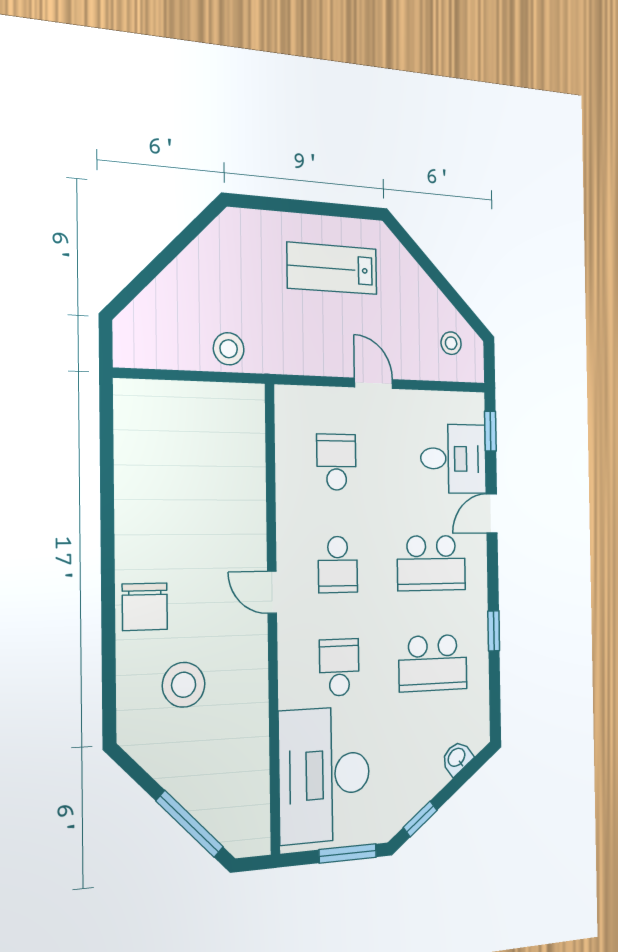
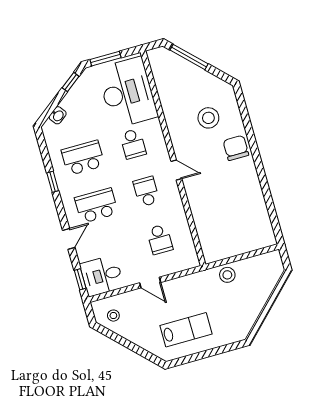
desk: (453, 459) -> (102, 276), moved

